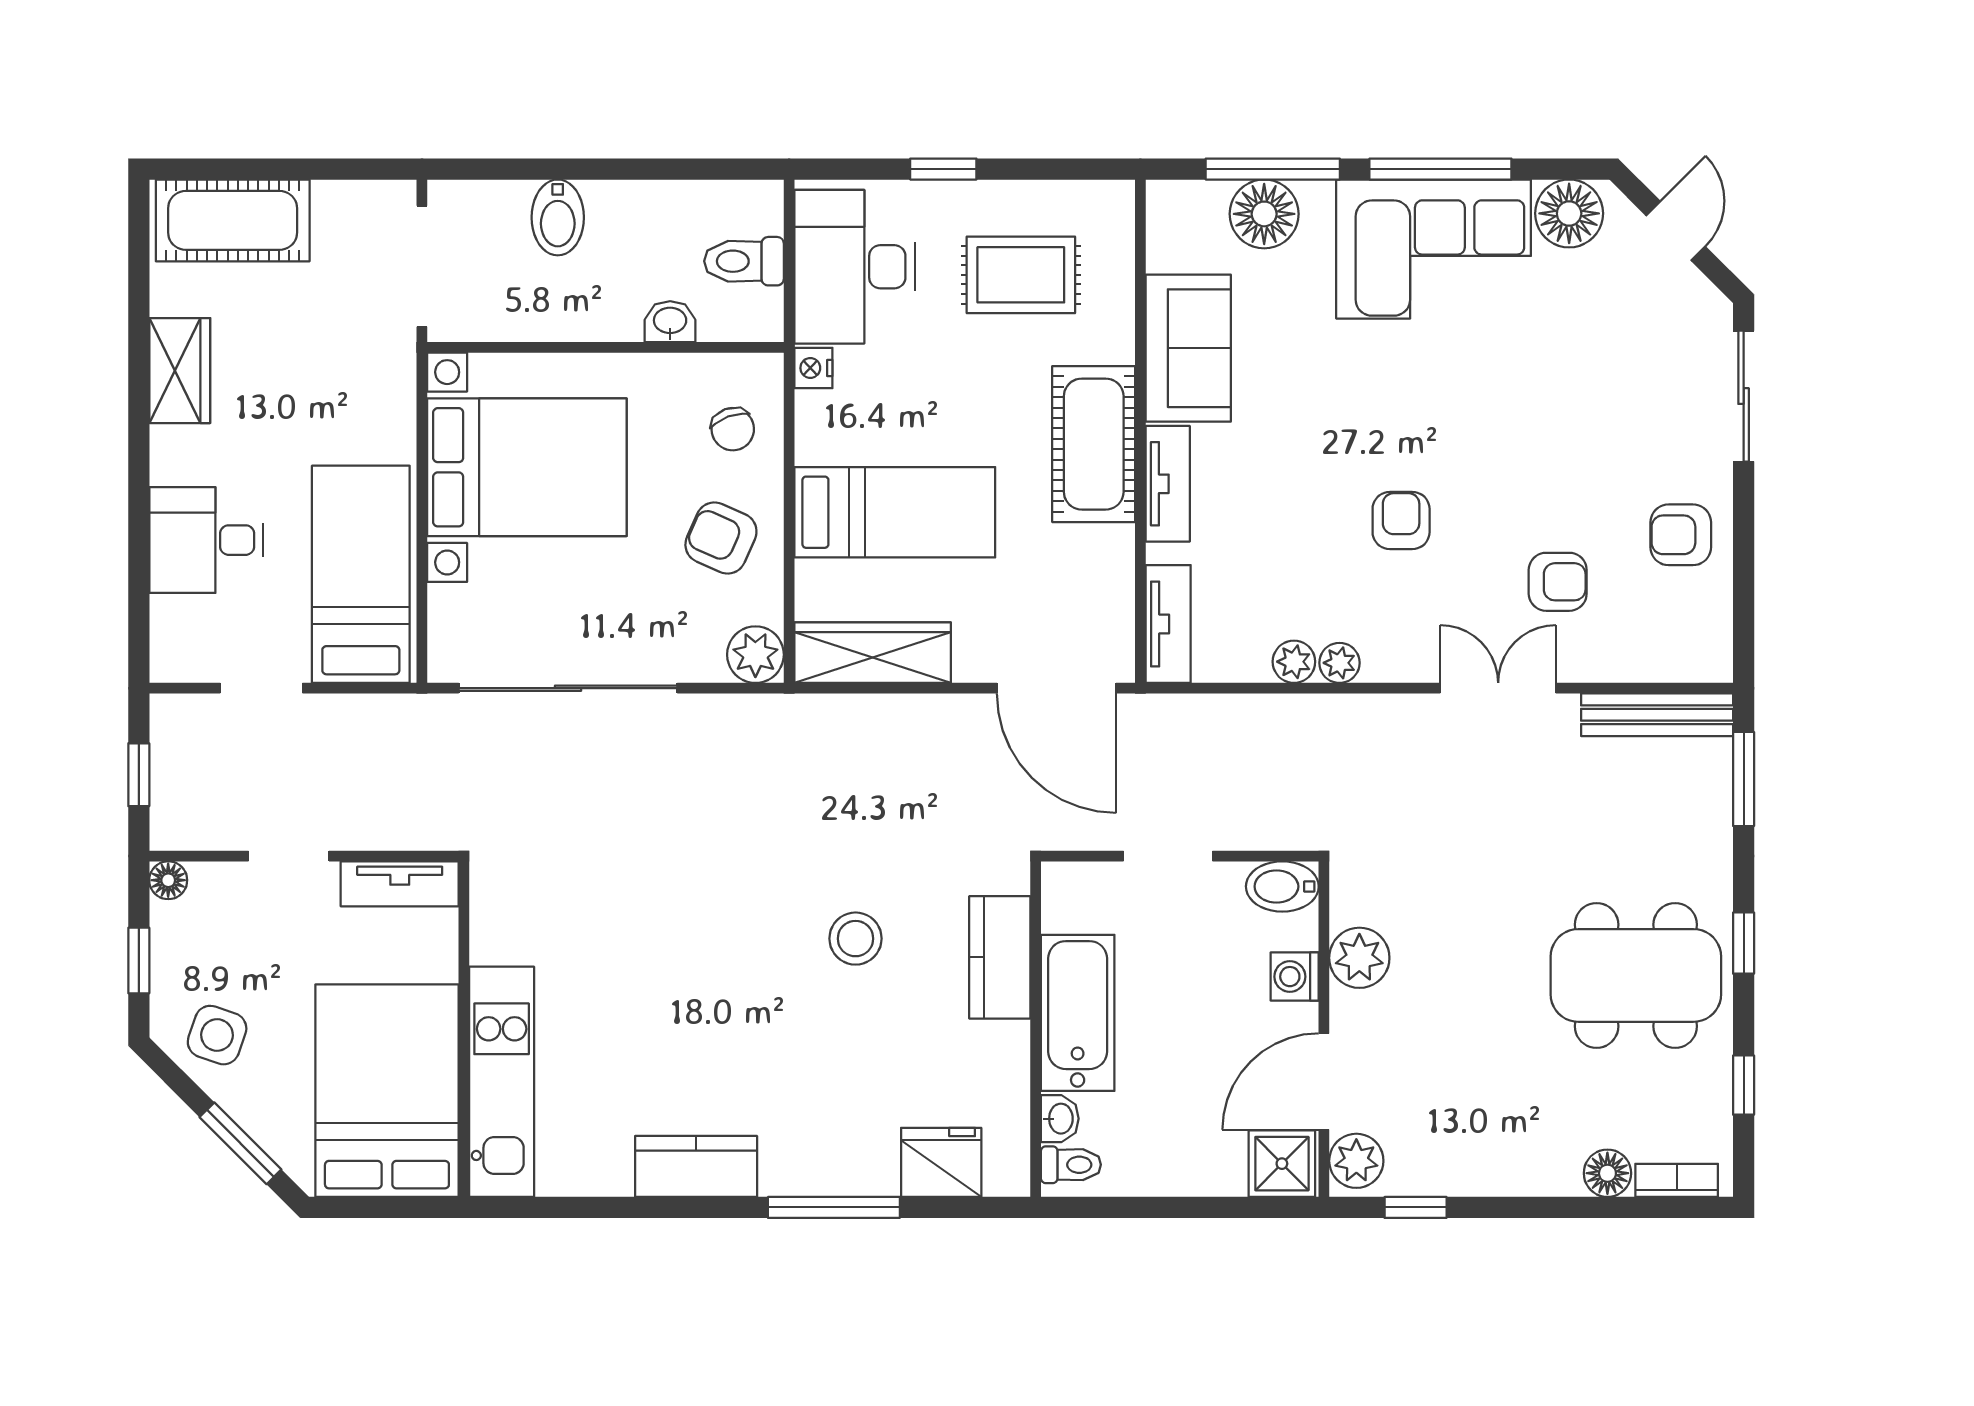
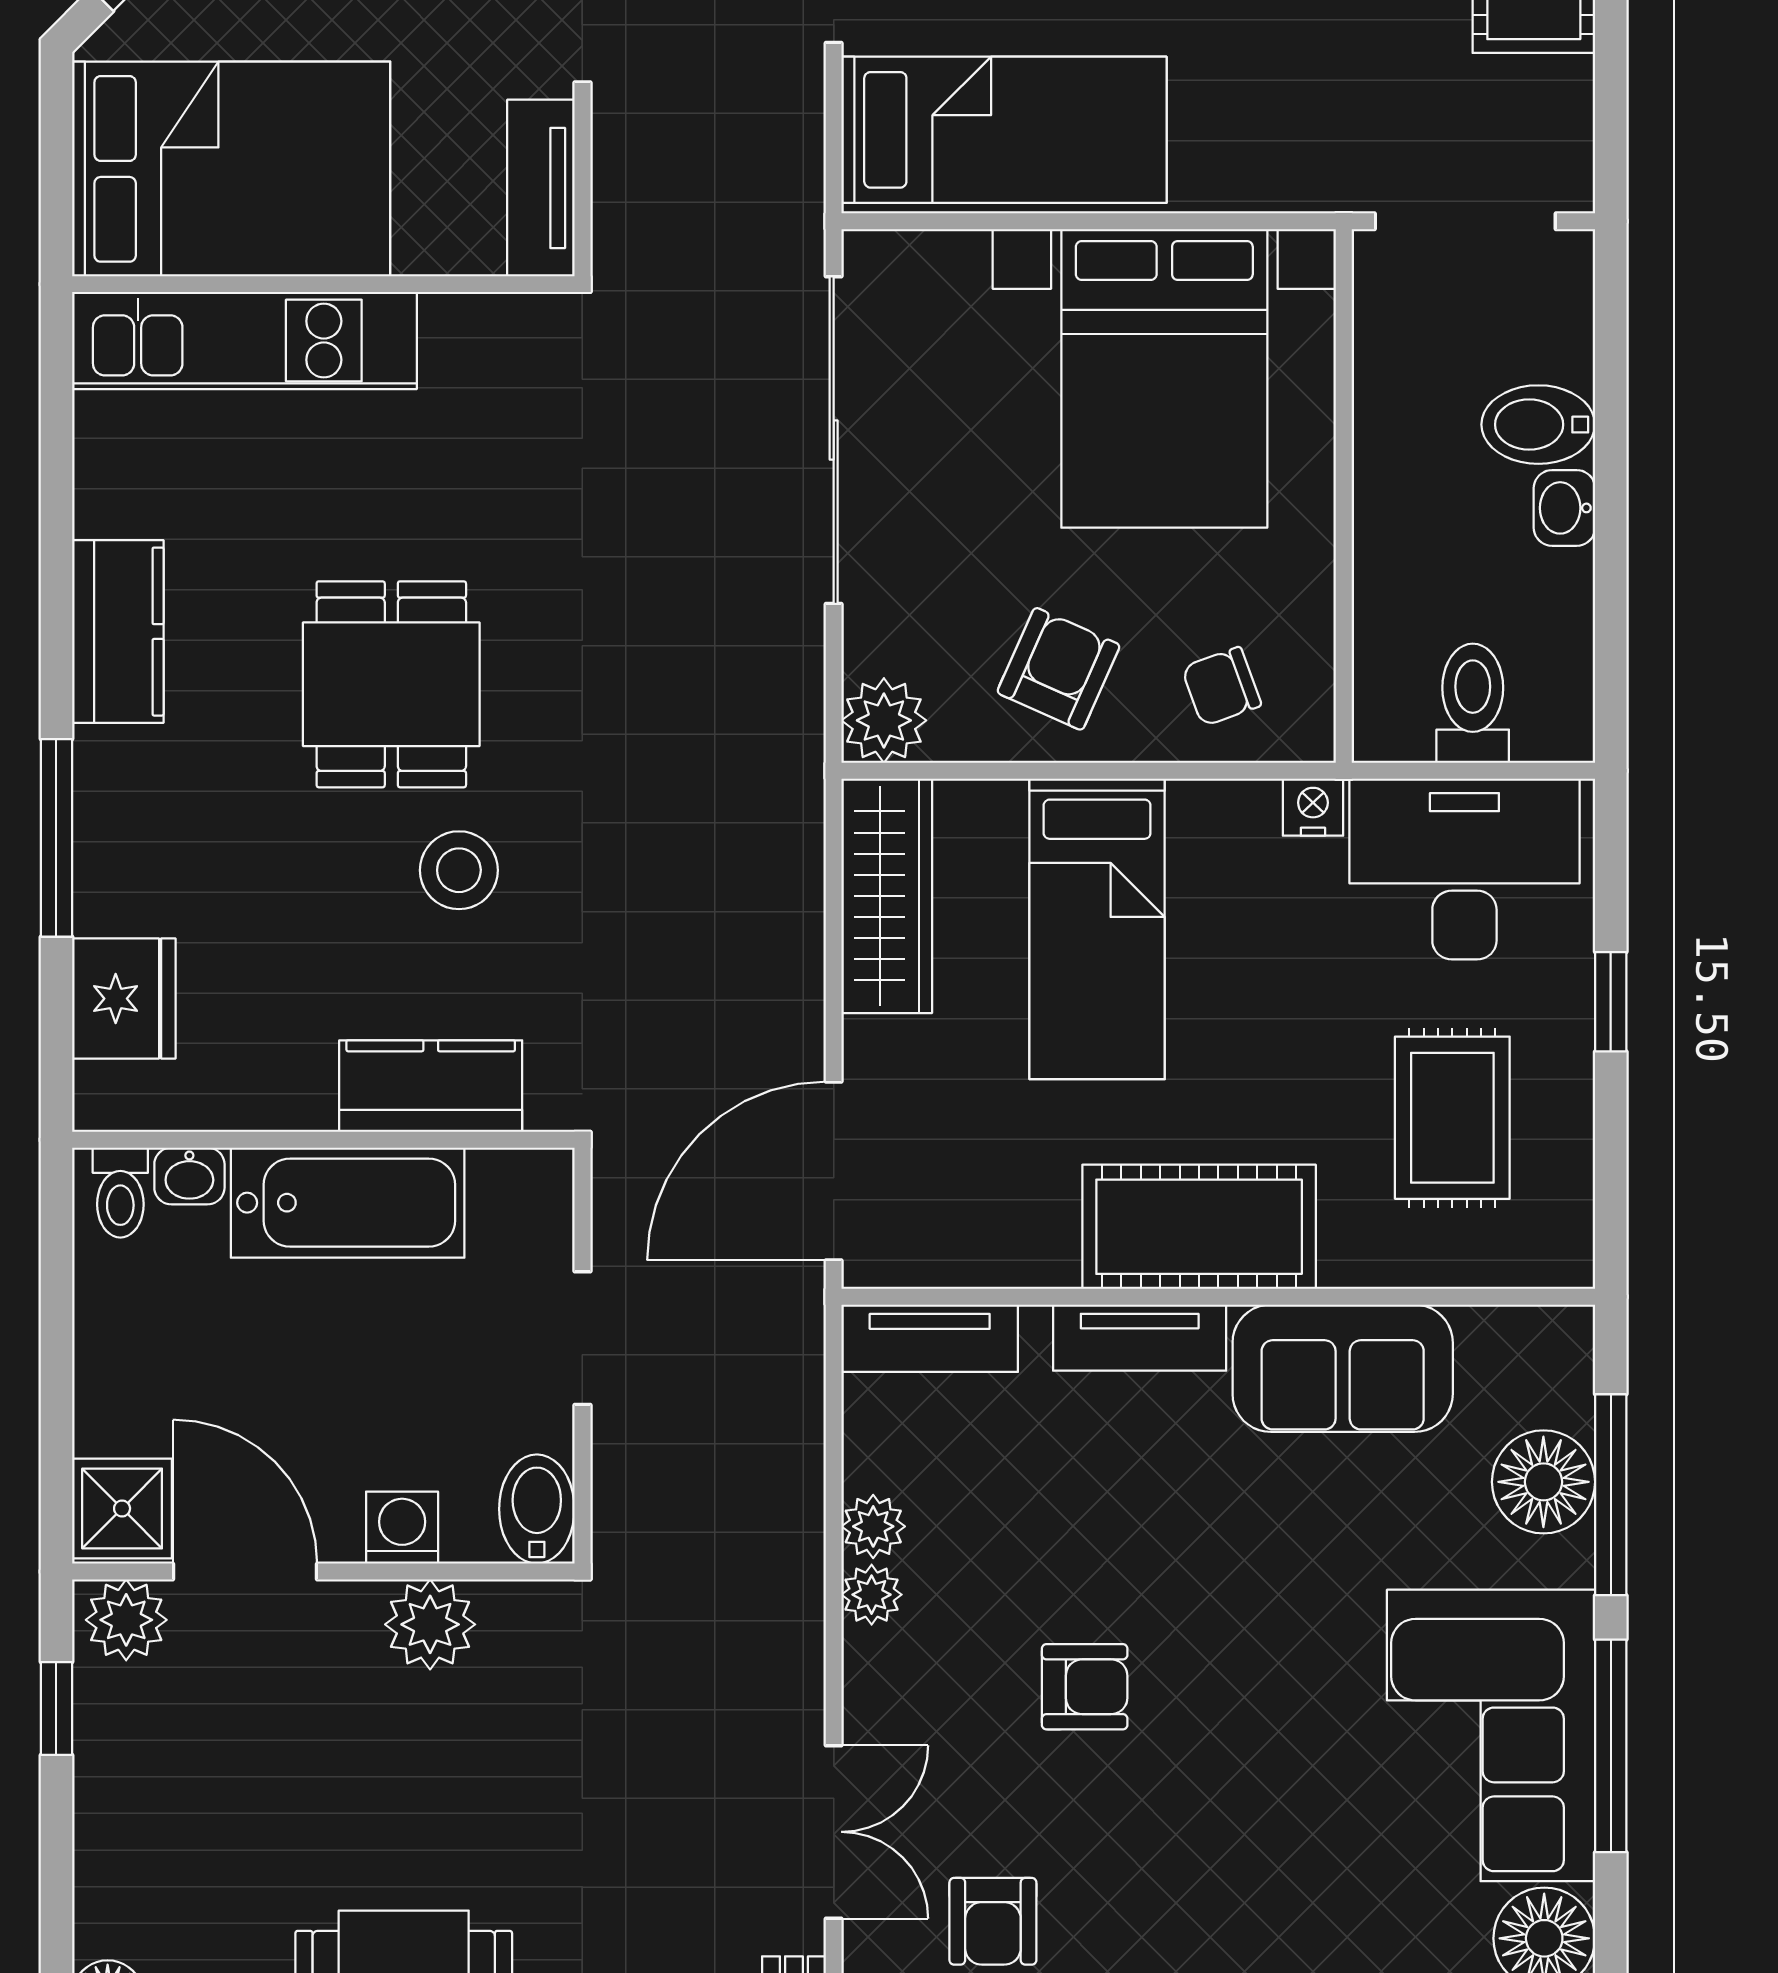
washbasin: (670, 322) -> (1564, 508), moved, turned 180
dining table: (731, 984) -> (391, 684), added

